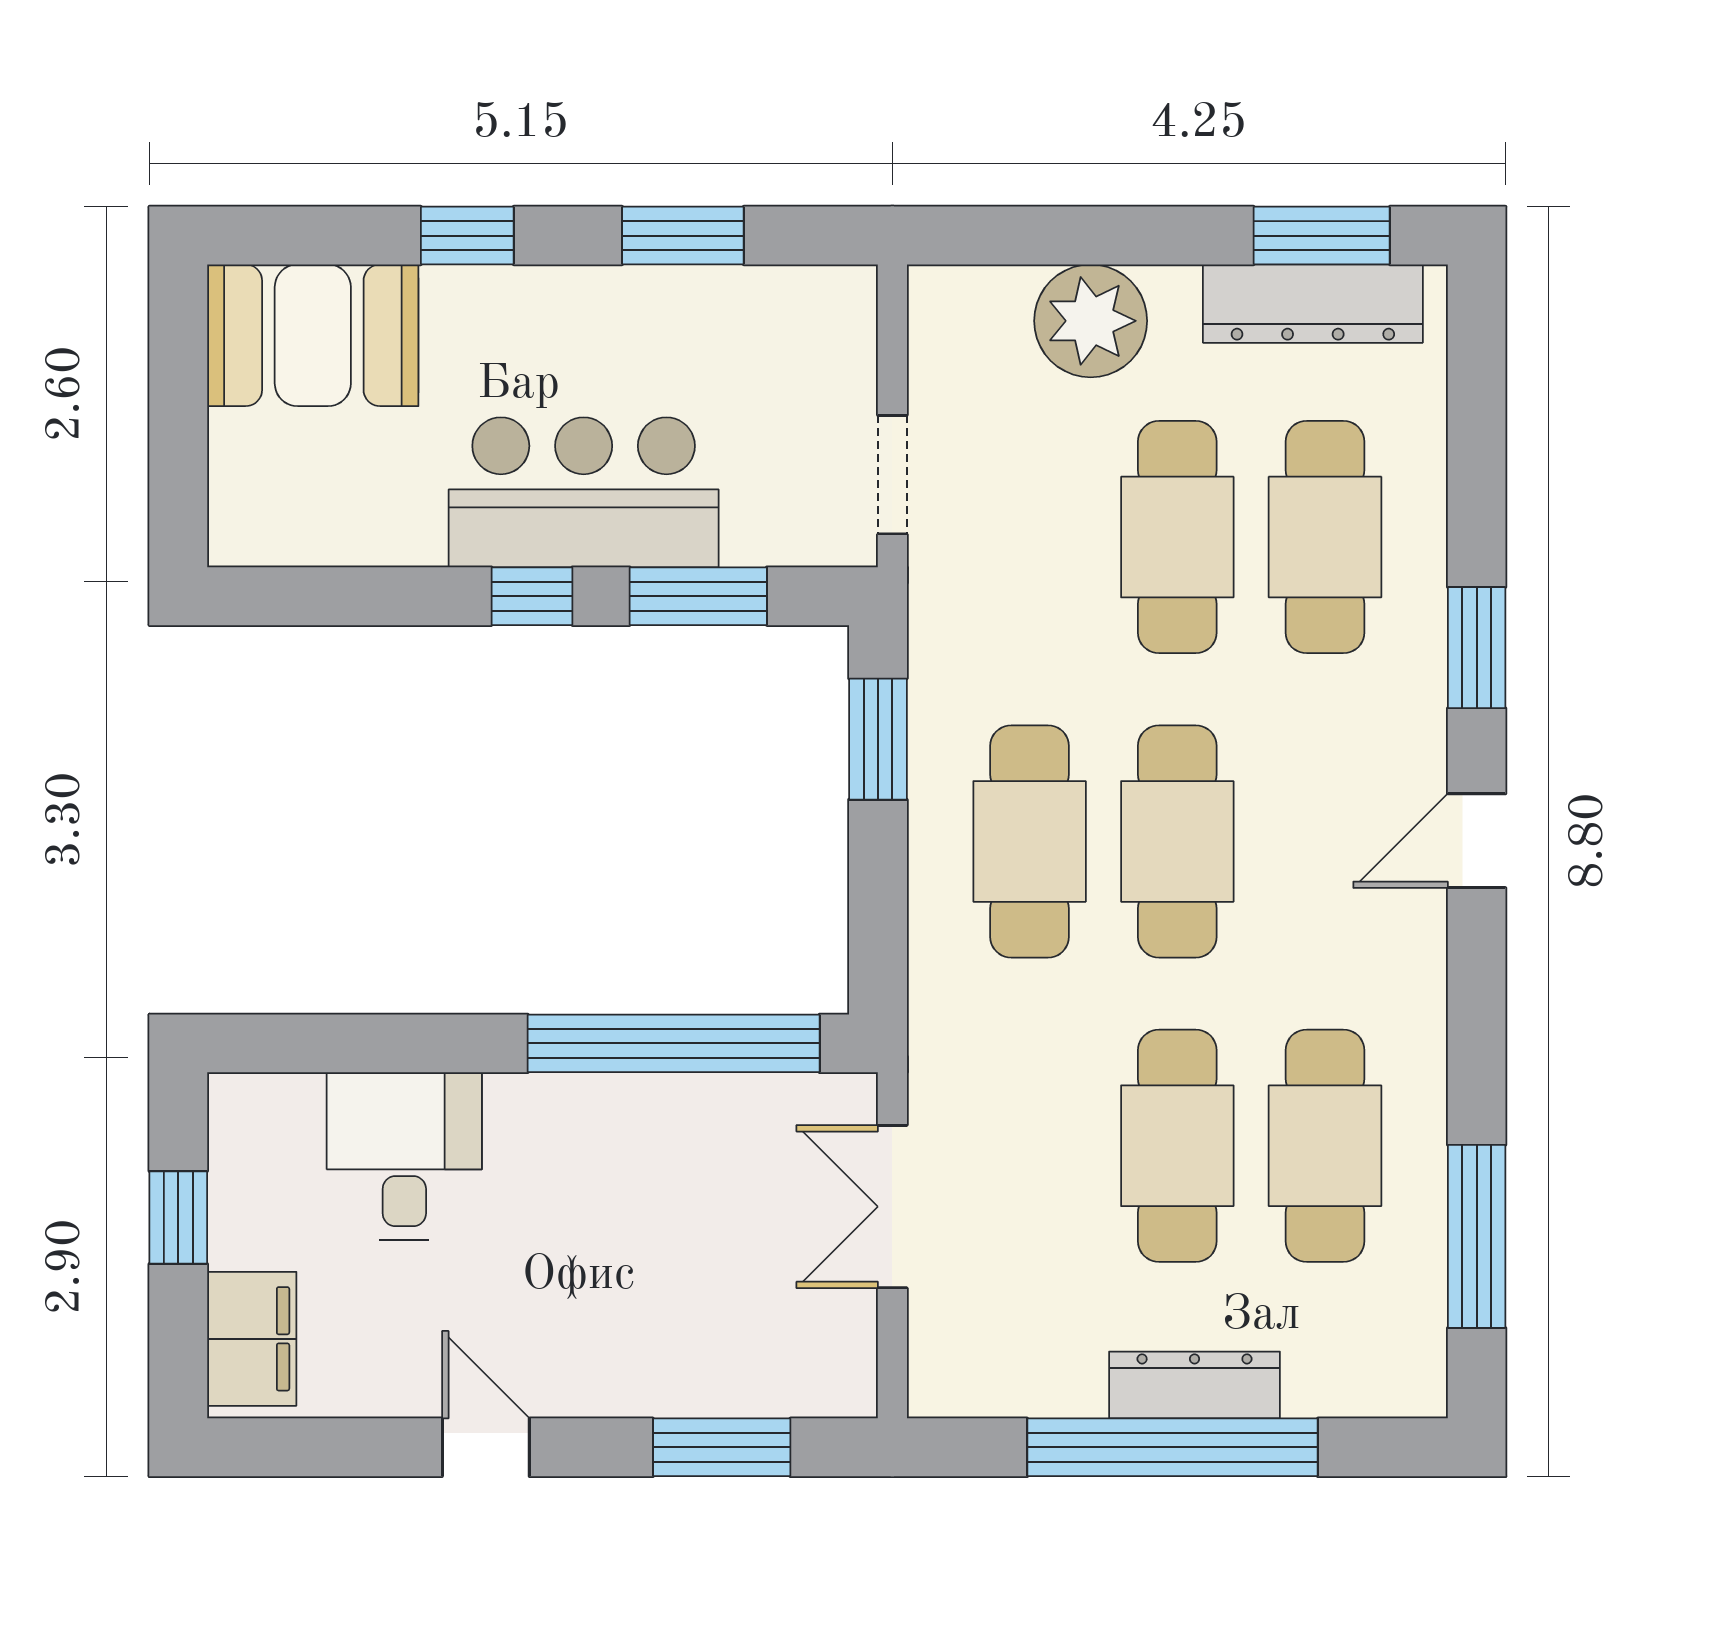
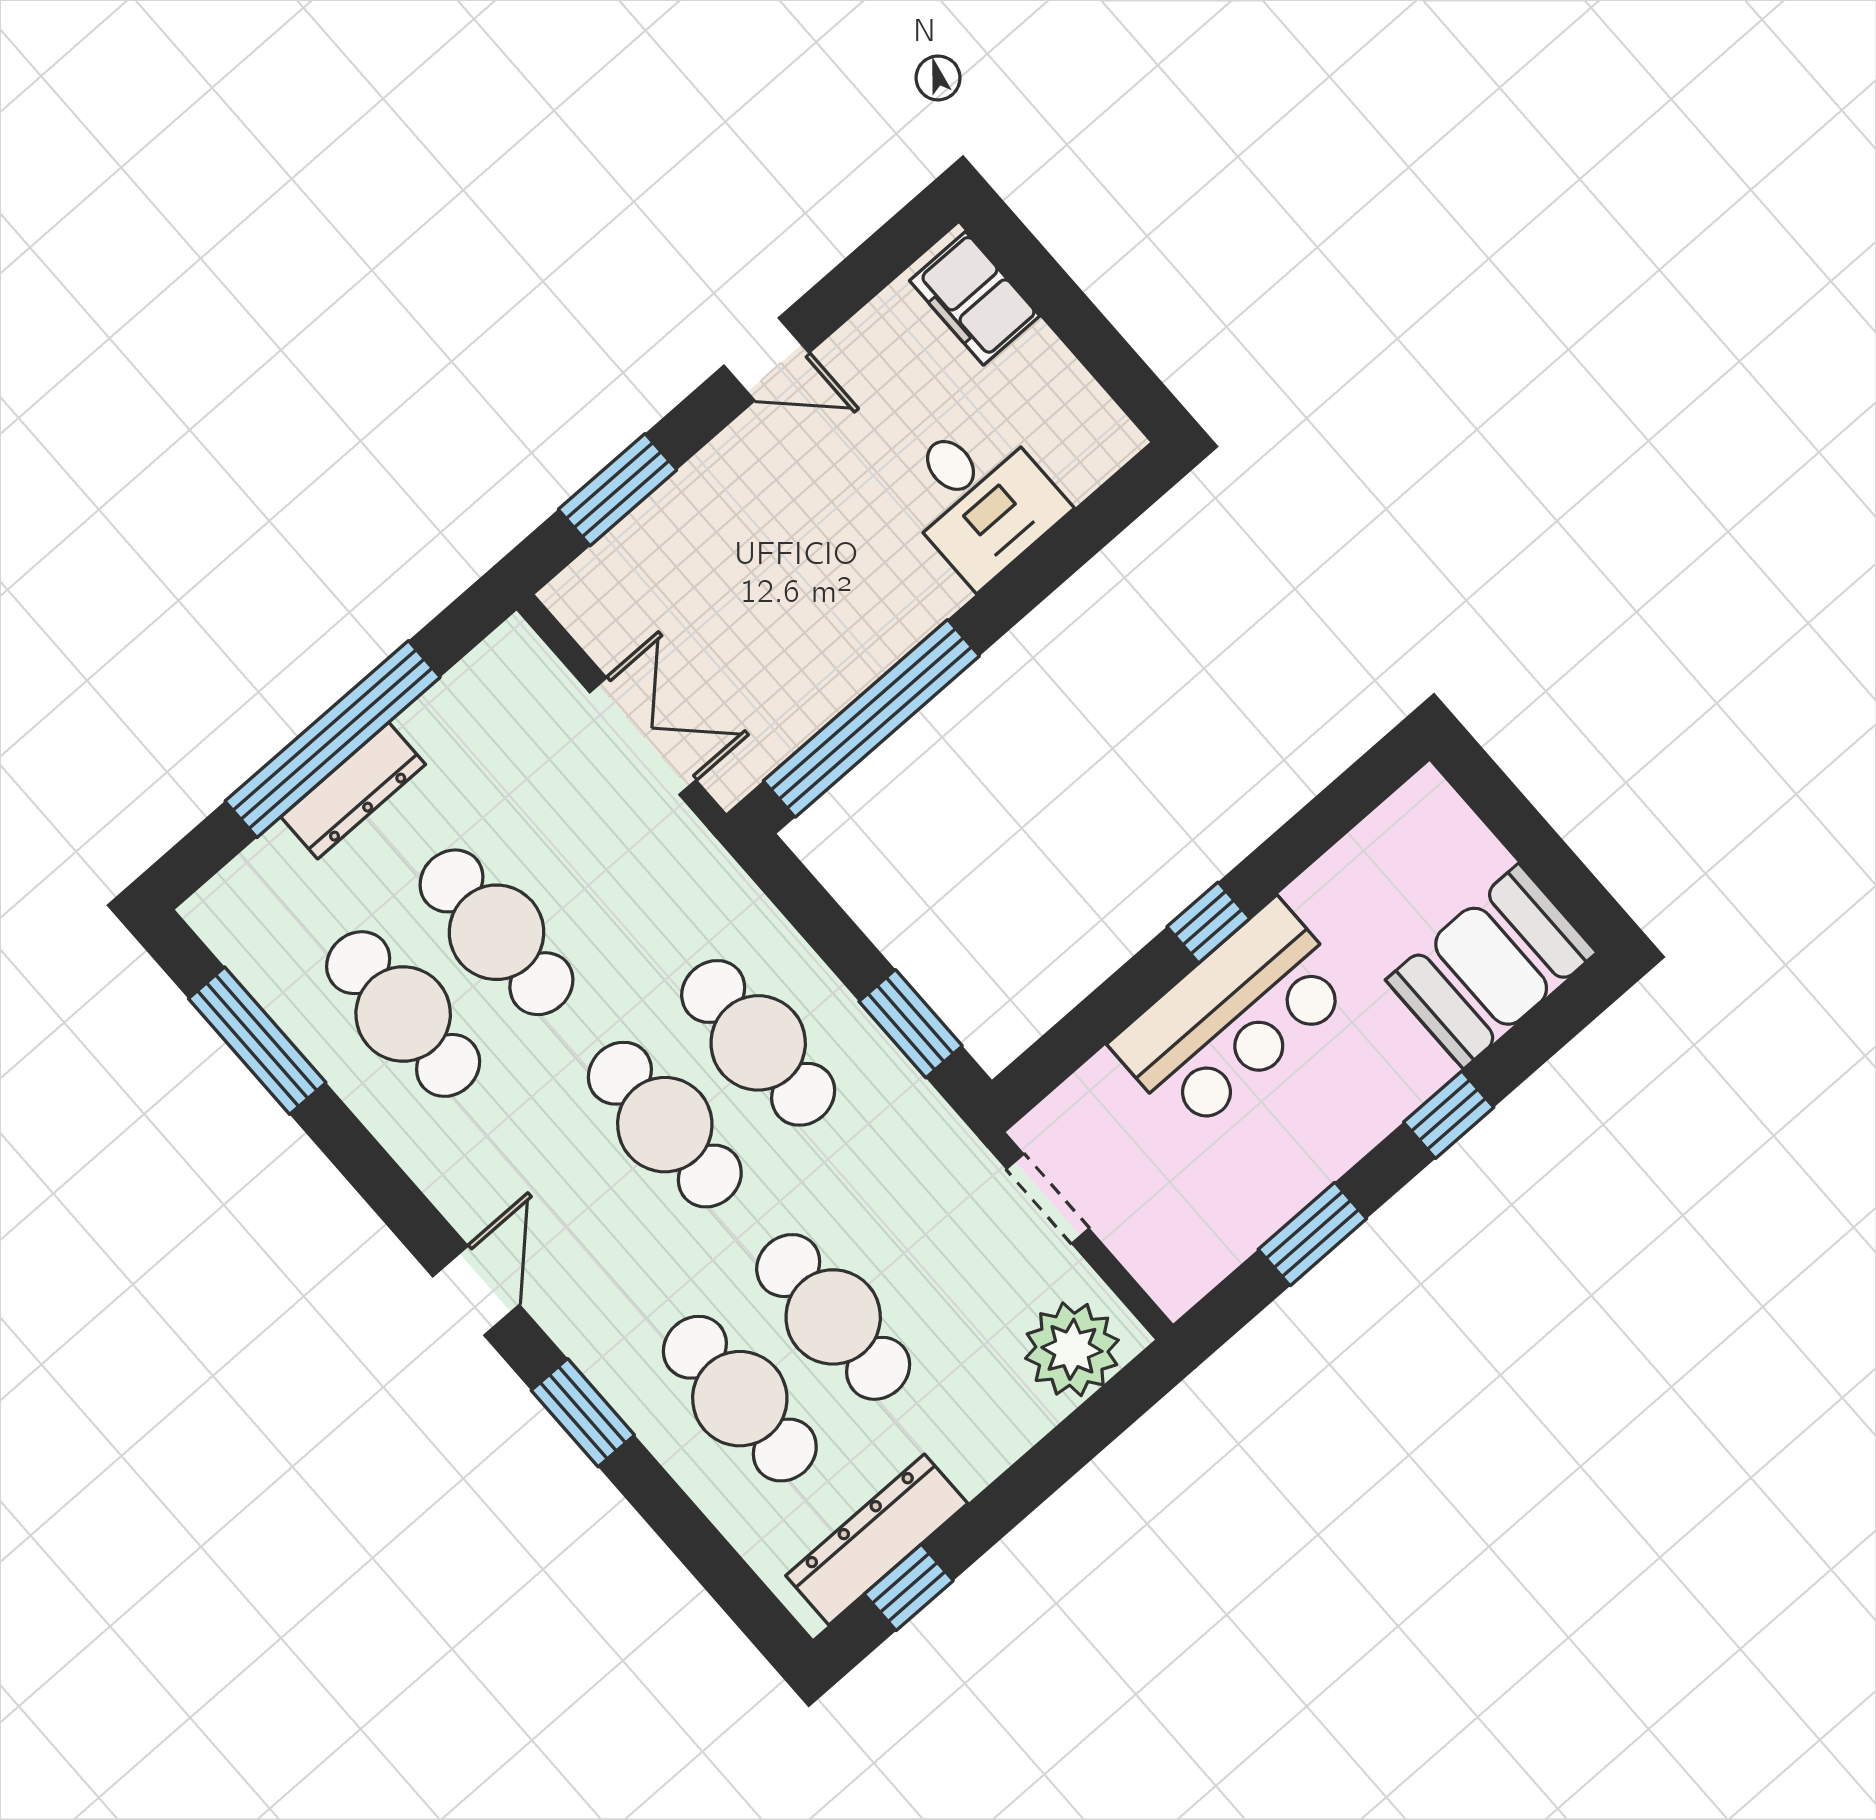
window: (1322, 236) -> (909, 1587), width x0.67
plant: (1091, 321) -> (1072, 1349), moved
window: (698, 596) -> (1103, 1015), removed
window: (178, 1217) -> (1088, 334), removed

